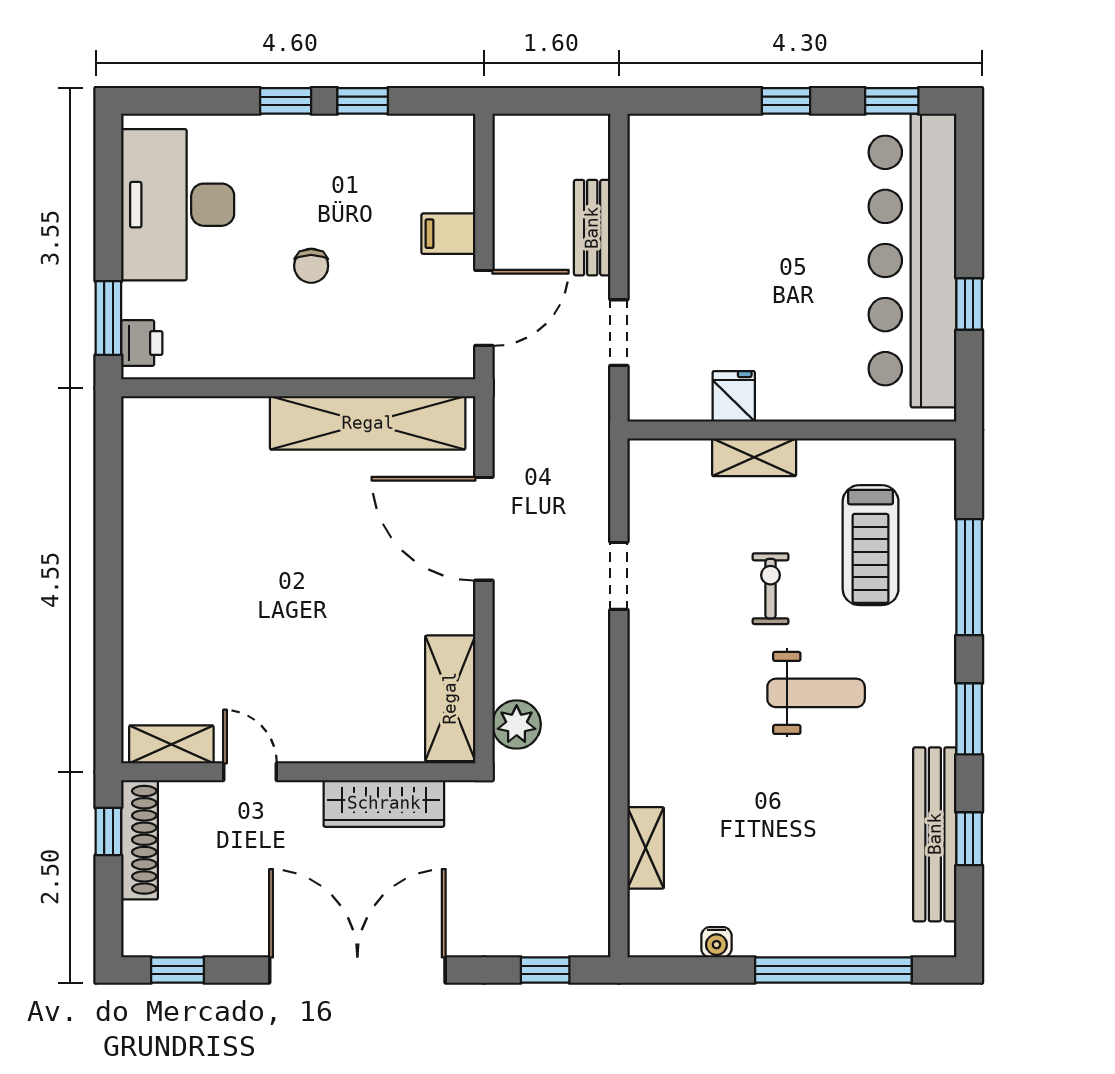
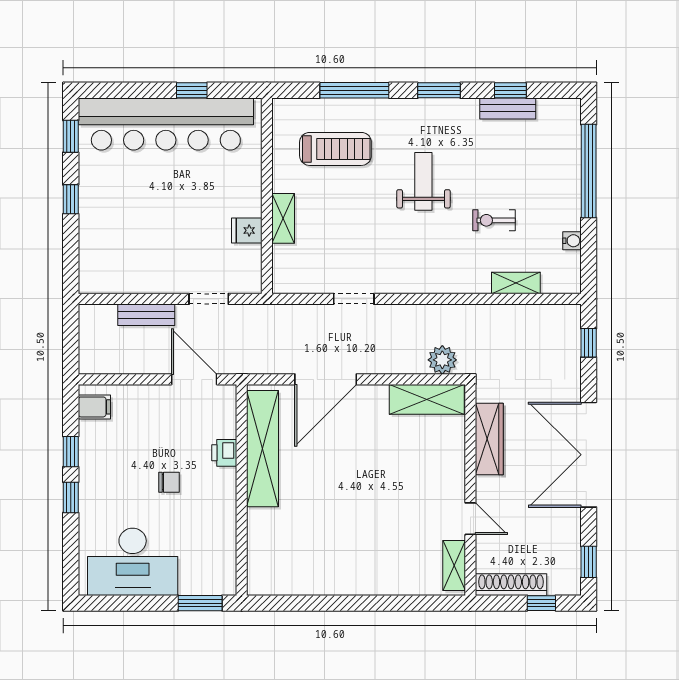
filing cabinet: (448, 234) -> (94, 407), moved, turned -90
printer: (142, 343) -> (224, 453), moved, turned -90
exercise bike: (771, 589) -> (494, 220), moved
door: (250, 772) -> (470, 519), swing flipped
window: (108, 832) -> (541, 603), moved
bench: (935, 834) -> (508, 108), width x0.54, depth x0.82

